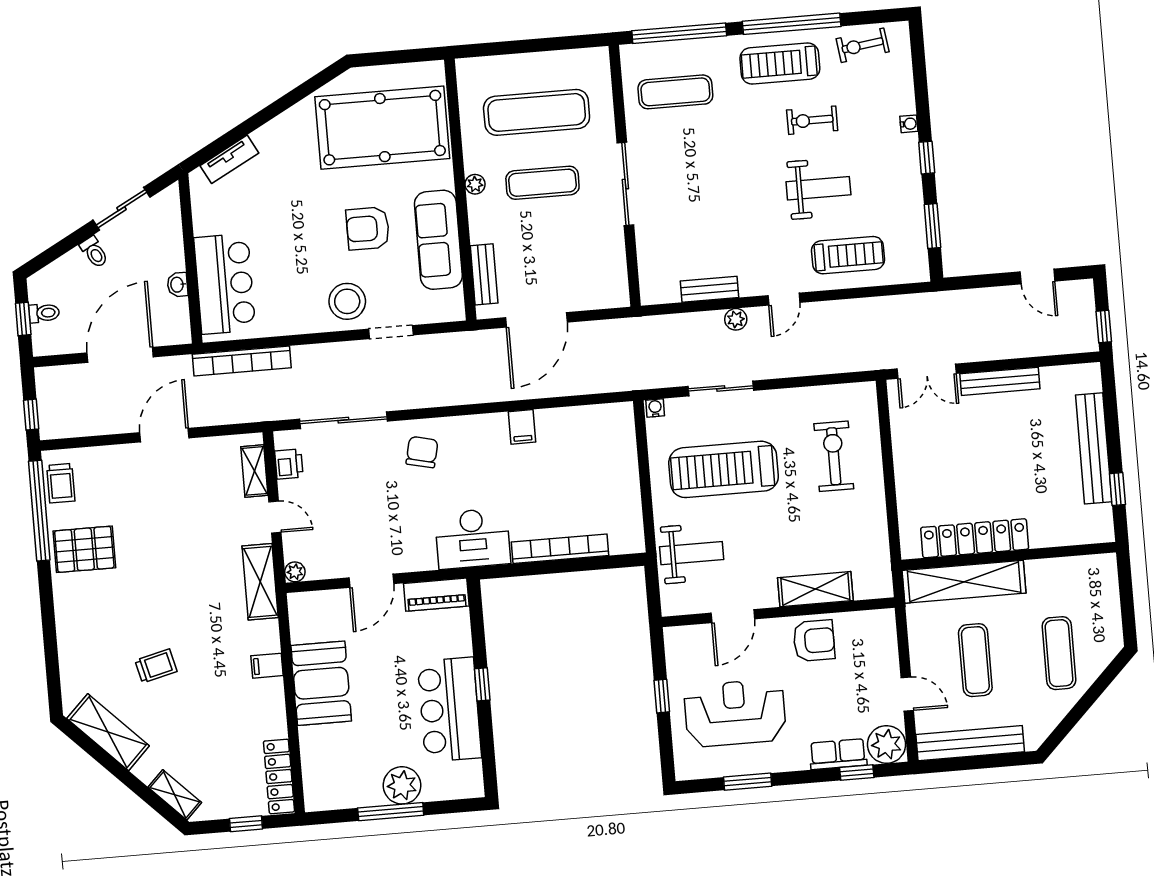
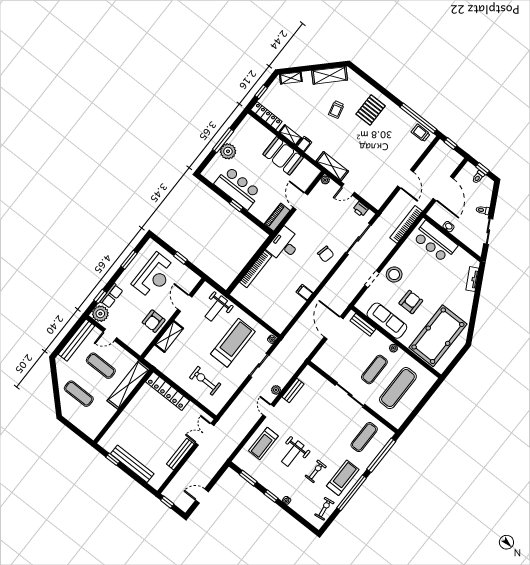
exercise bike: (834, 456) -> (205, 381), turned 180
shelving: (254, 471) -> (290, 135), moved
locker: (975, 538) -> (167, 391), moved, turned 90
pallet: (84, 549) -> (371, 110), moved

